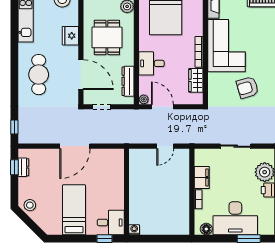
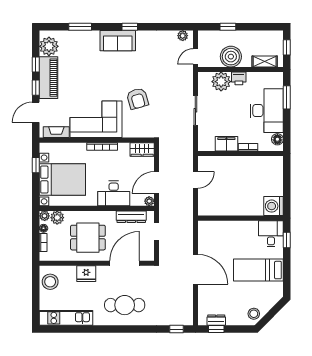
desk: (151, 63) -> (114, 193), width x1.37
wardrobe: (196, 80) -> (142, 150), moved
doorway: (102, 107) -> (156, 232), moved
door: (165, 146) -> (195, 180), hinge flipped
washing machine: (134, 230) -> (274, 206), width x1.89, depth x1.89

